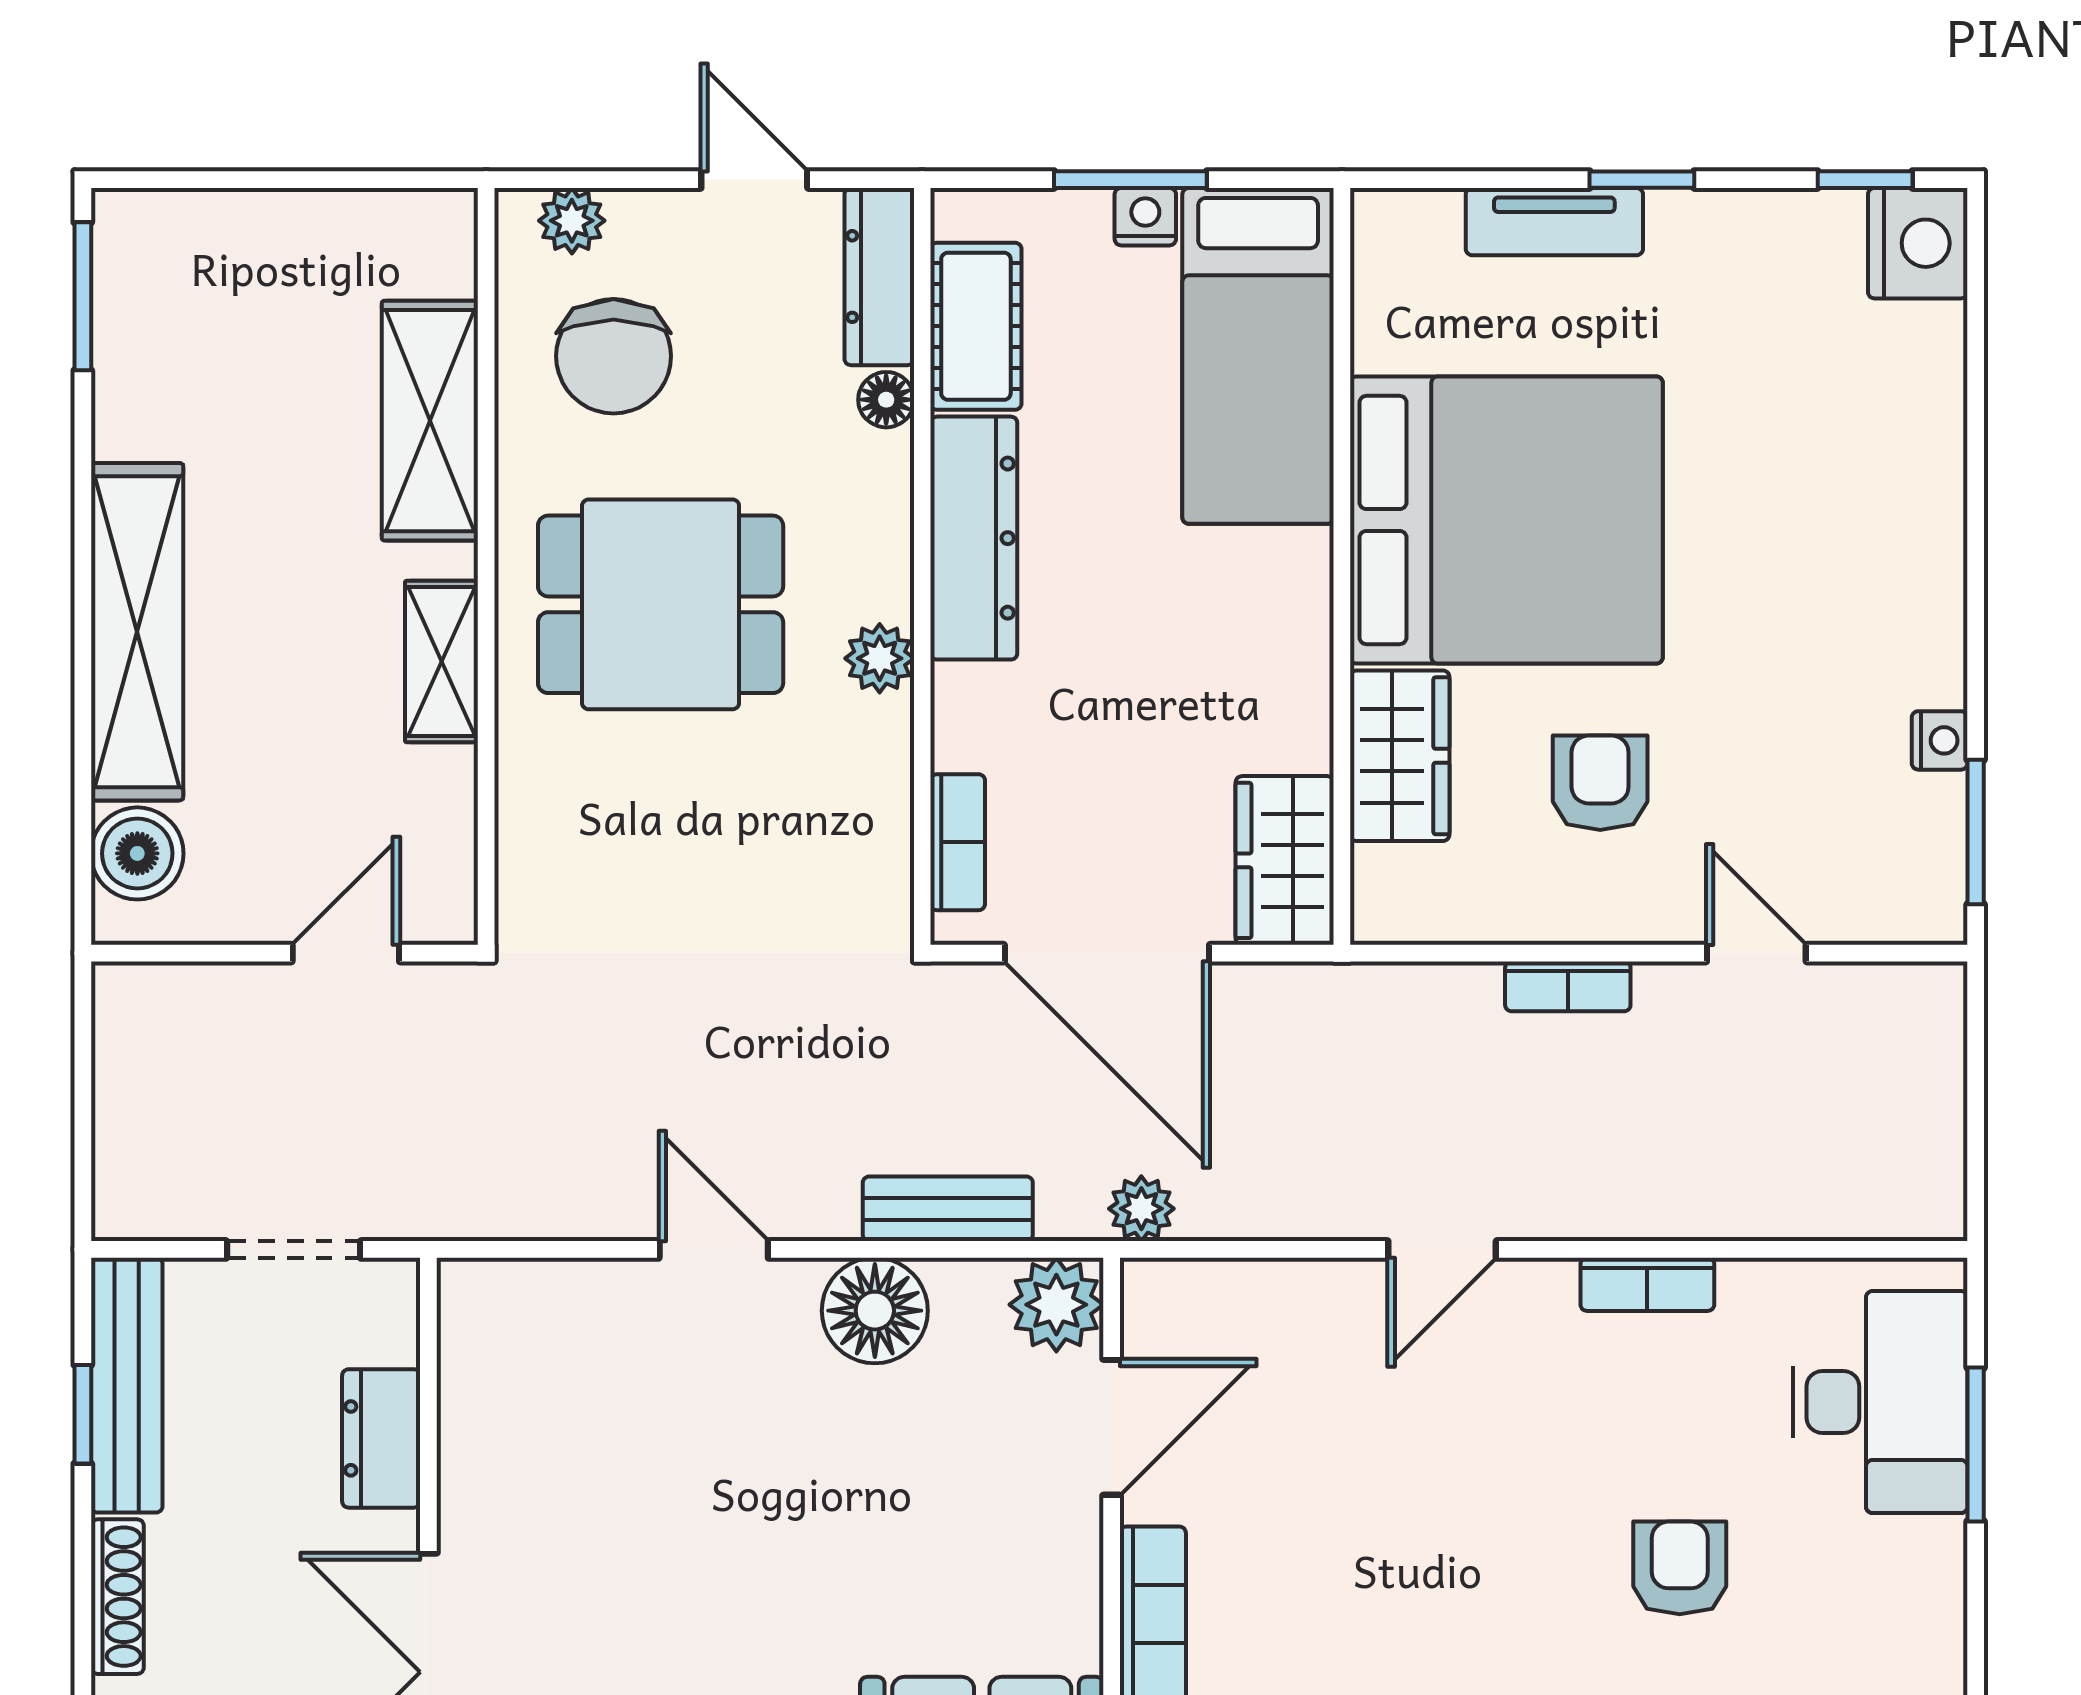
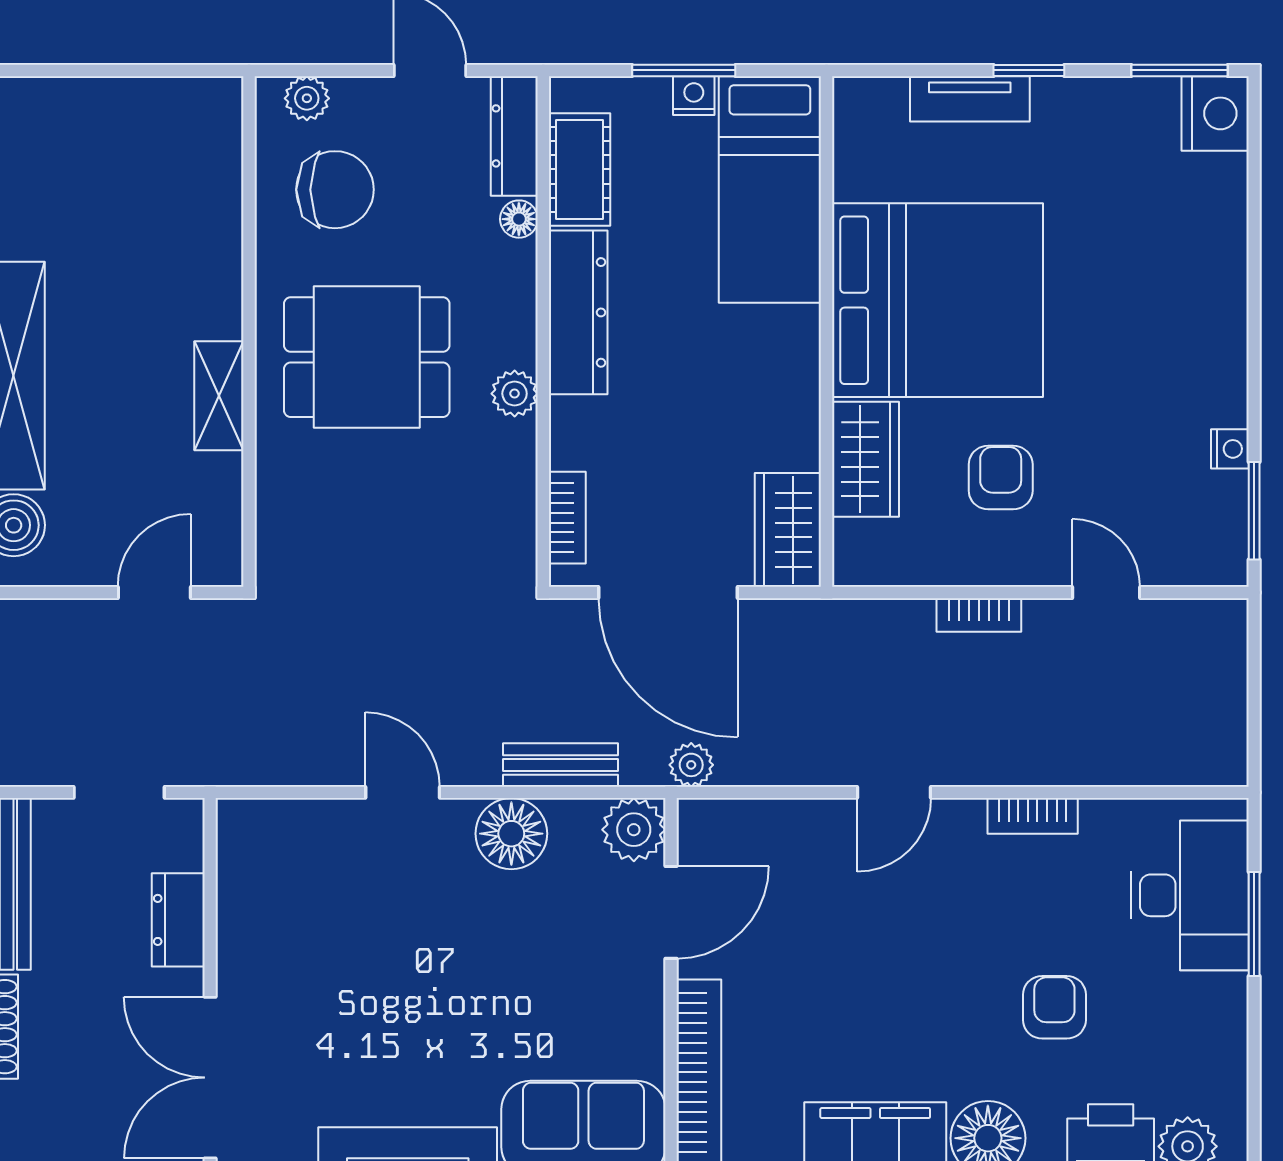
window: (1865, 180) -> (1179, 70), width x1.50
chair: (614, 356) -> (335, 190), turned -90
shelving: (430, 421) -> (211, 233), removed

